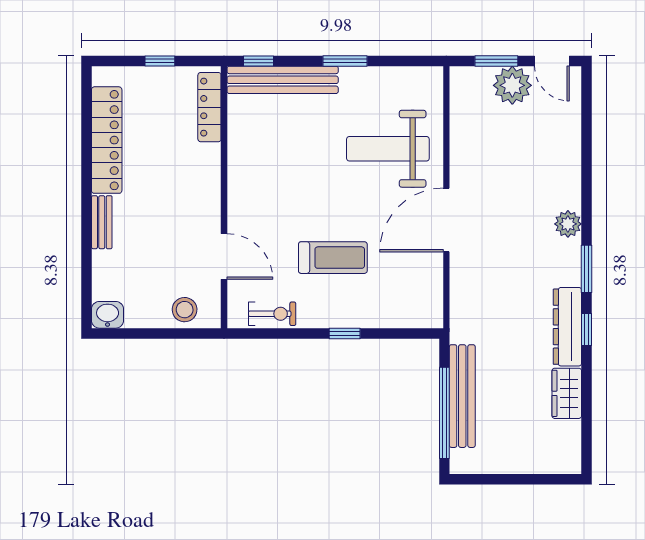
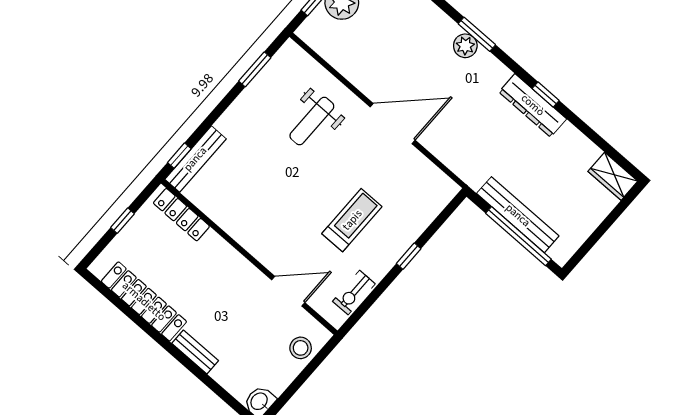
window: (345, 61) -> (255, 69), moved
bench: (283, 80) -> (195, 159), width x0.73, depth x0.82
weight bench: (388, 149) -> (312, 121), width x0.73, depth x0.75
door: (446, 220) -> (393, 124), swing flipped
window: (587, 269) -> (477, 34), moved
exercise bike: (272, 314) -> (354, 293), turned 180
wardrobe: (567, 393) -> (613, 176), moved

